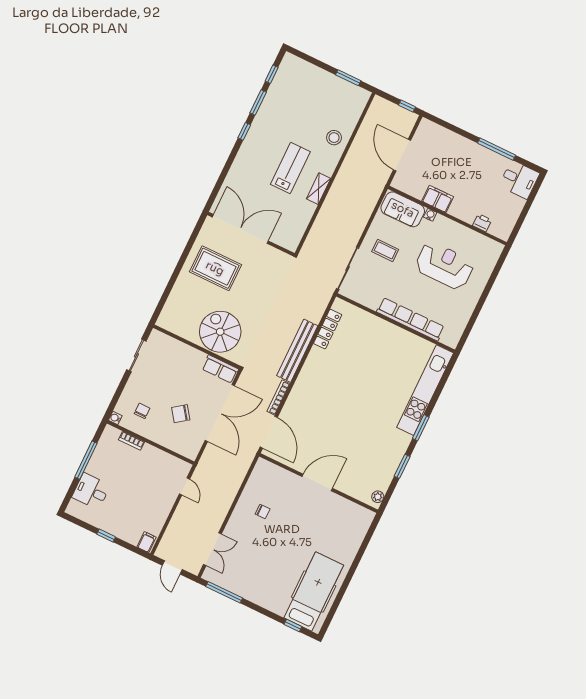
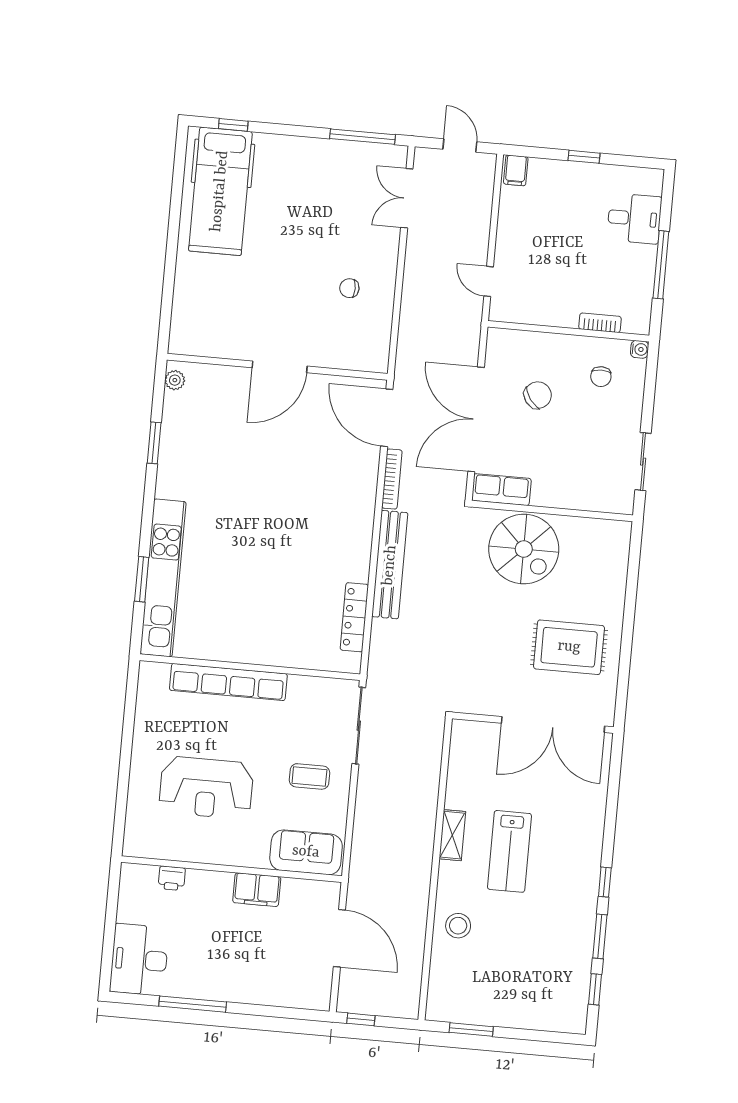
desk: (519, 180) -> (139, 960), width x1.37
water cooler: (430, 215) -> (259, 860), removed
window: (421, 428) -> (142, 579), moved

